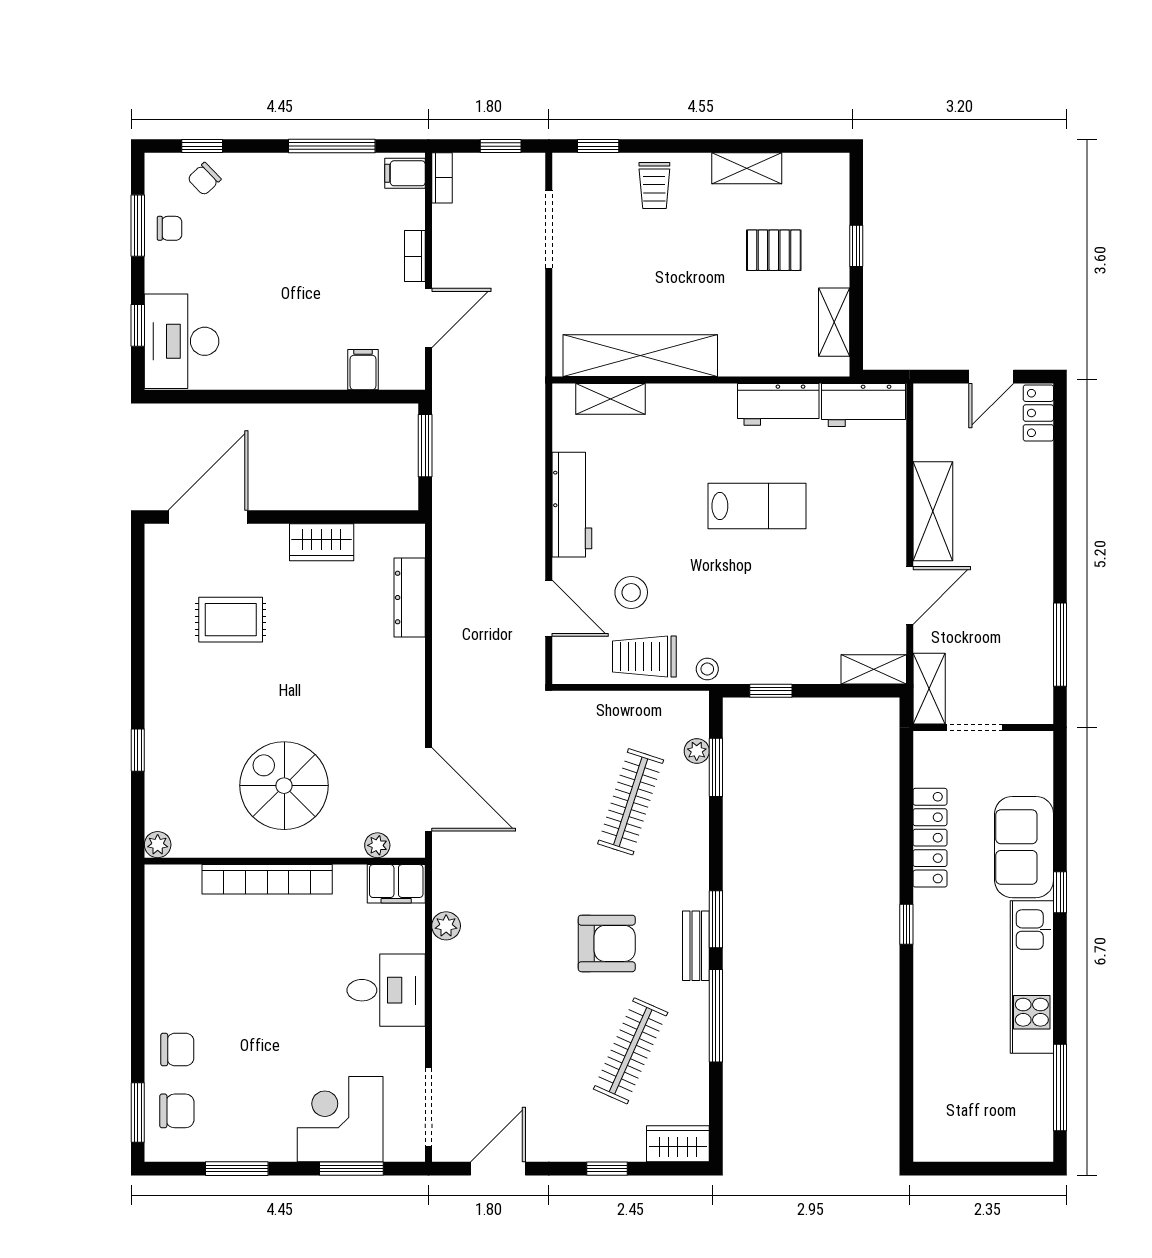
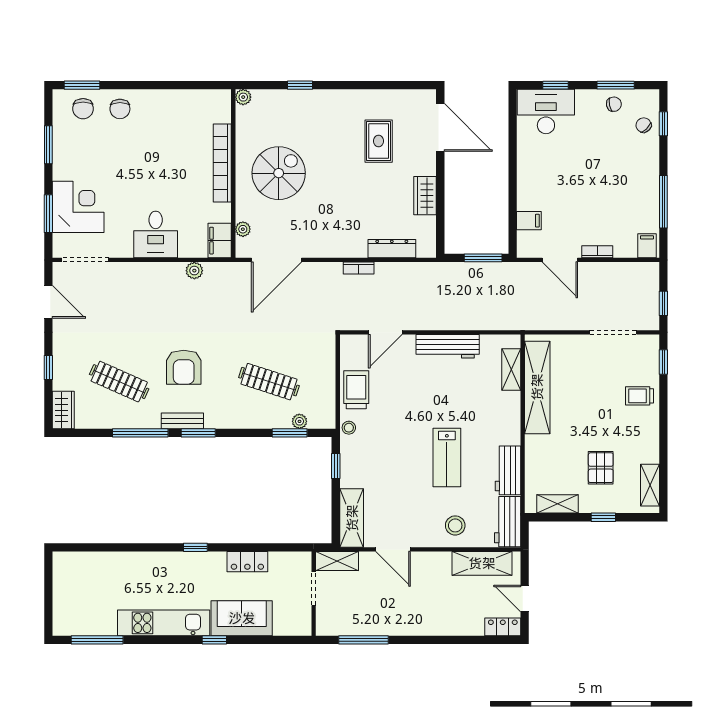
shelving: (747, 168) -> (650, 485), moved
bookcase: (442, 178) -> (359, 268), moved
chair: (170, 228) -> (614, 104), turned -101
shelving: (933, 511) -> (482, 563), moved
stool: (631, 592) -> (455, 525), moved
shelving: (874, 669) -> (352, 518), width x1.50, depth x1.33
locker: (930, 838) -> (247, 562), width x0.66

